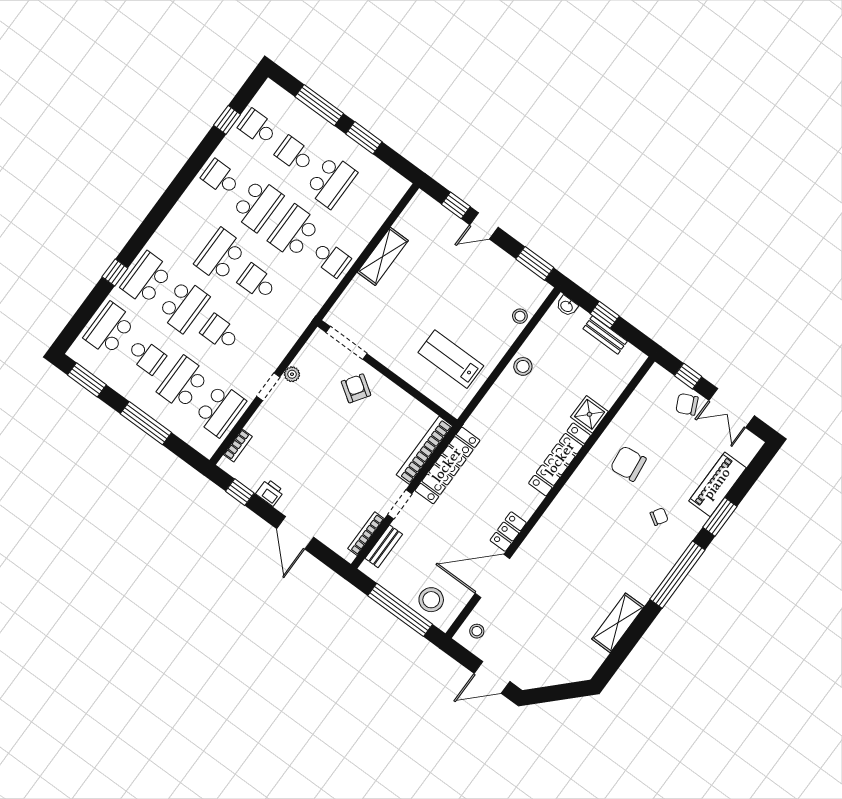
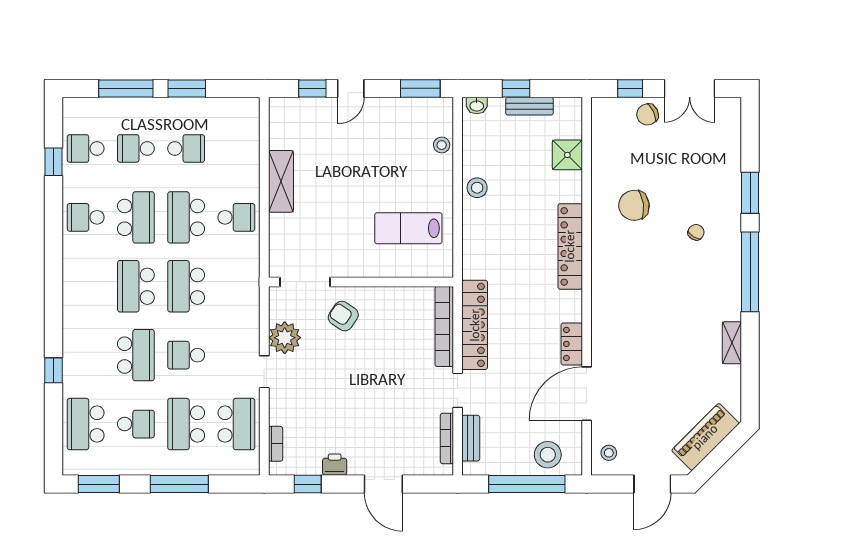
school desk: (331, 181) -> (186, 148), width x0.54
school desk: (147, 279) -> (86, 355), removed
school desk: (257, 282) -> (186, 286), width x1.85
plant: (292, 374) -> (285, 338), width x1.88, depth x1.88
shower: (589, 414) -> (567, 155), moved
piano: (717, 484) -> (705, 437), moved, turned 45
shelving: (618, 623) -> (732, 343), width x0.67, depth x0.75

